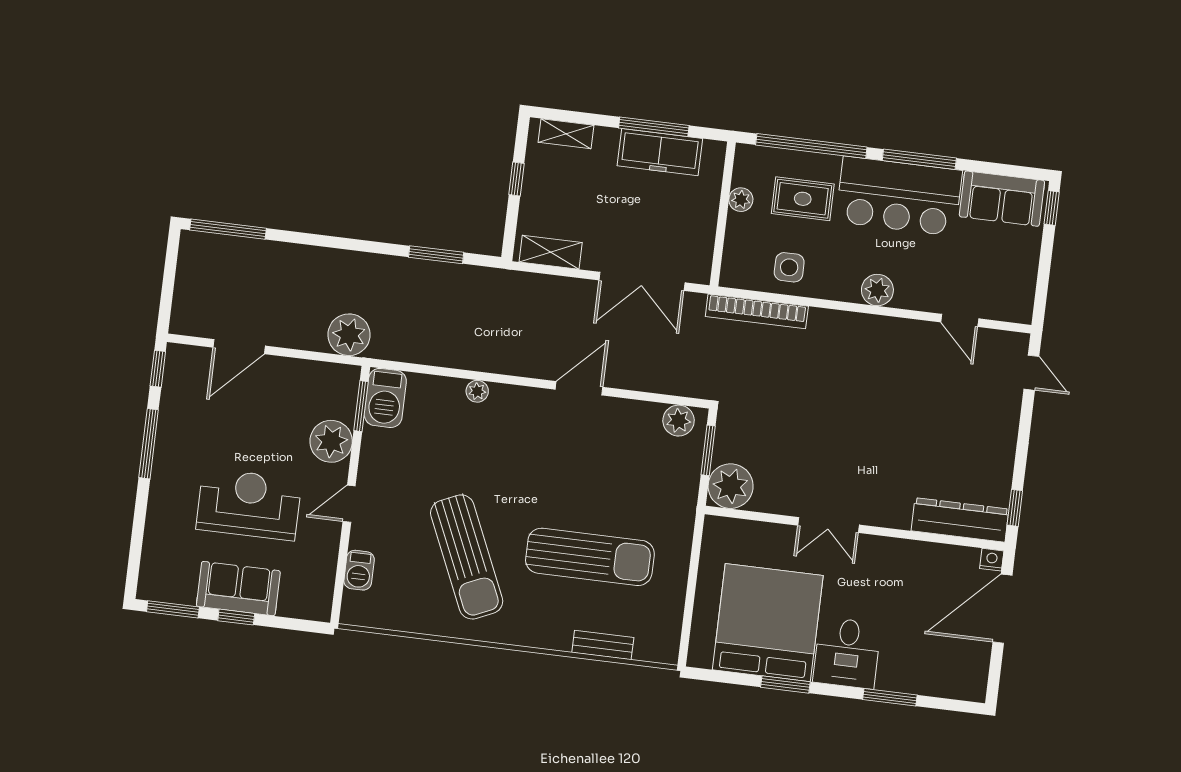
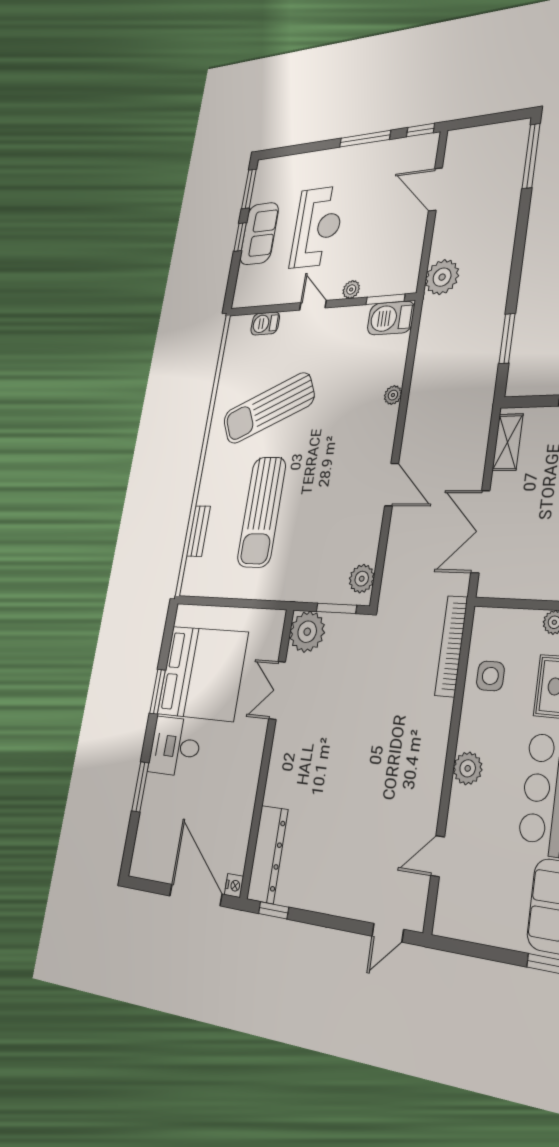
plant: (331, 441) -> (351, 290), width x0.53, depth x0.53
double door: (828, 525) -> (277, 690), moved

